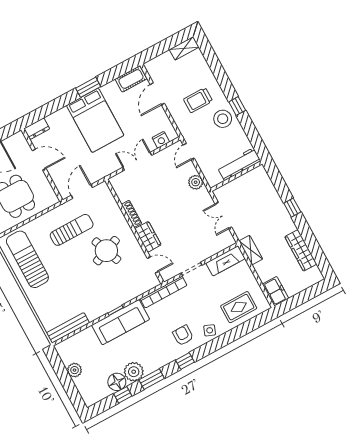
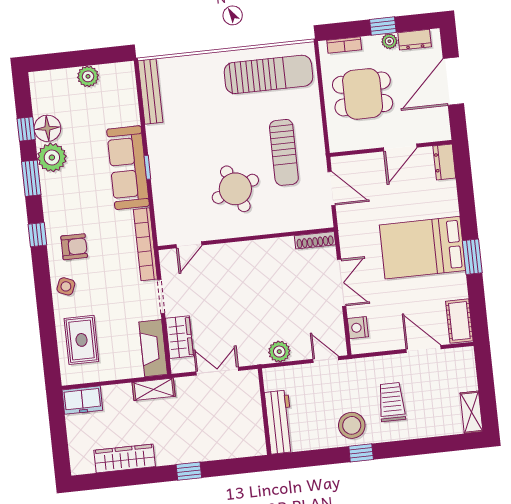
shoe rack: (132, 214) -> (315, 240), moved
wardrobe: (148, 237) -> (179, 337), moved, turned -90

